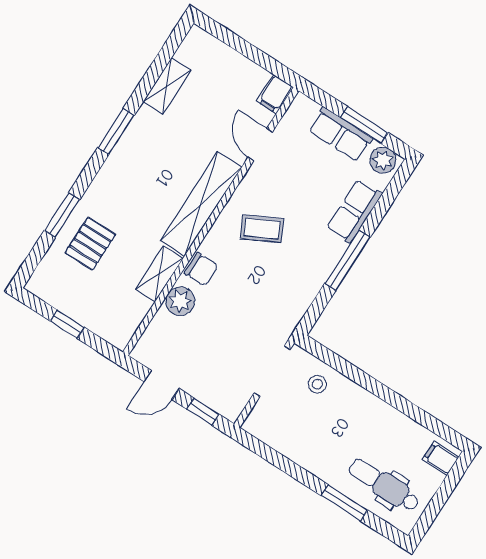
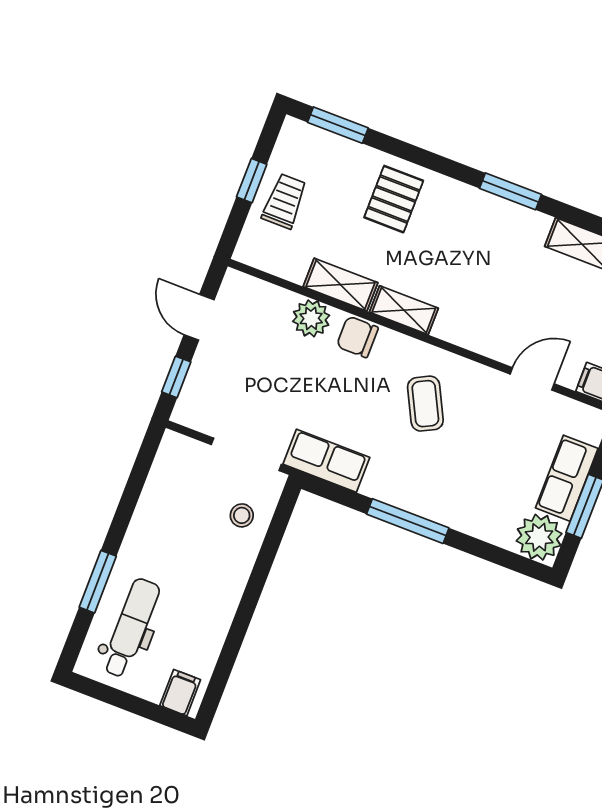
plant: (383, 160) -> (539, 537), width x1.36, depth x1.36
shelving: (201, 204) -> (404, 310), width x0.45, depth x0.75
row of seats: (354, 211) -> (326, 461), moved
window: (62, 215) -> (338, 125), moved
pallet: (90, 244) -> (394, 199), moved, turned 90
chair: (201, 269) -> (357, 337), turned 90
trolley: (88, 303) -> (284, 201), added

